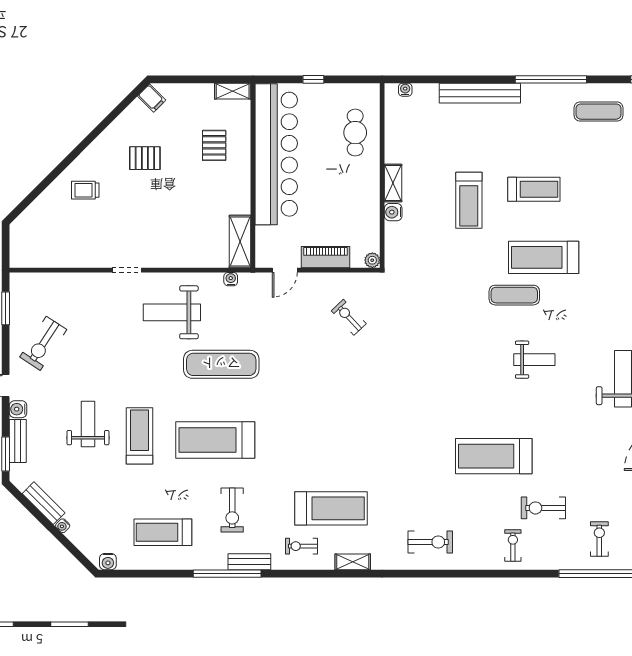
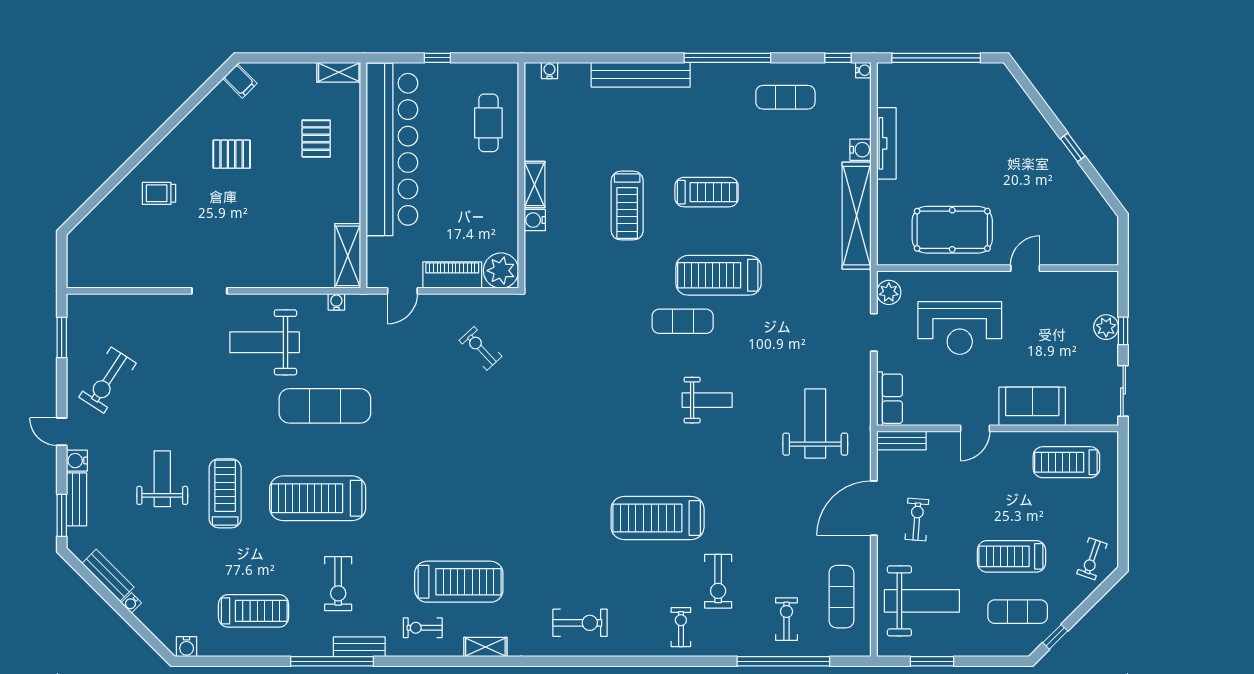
plant: (372, 260) -> (501, 271), width x1.88, depth x1.88
exercise bike: (543, 508) -> (718, 581), turned -90
treadmill: (163, 532) -> (254, 611), turned 180

